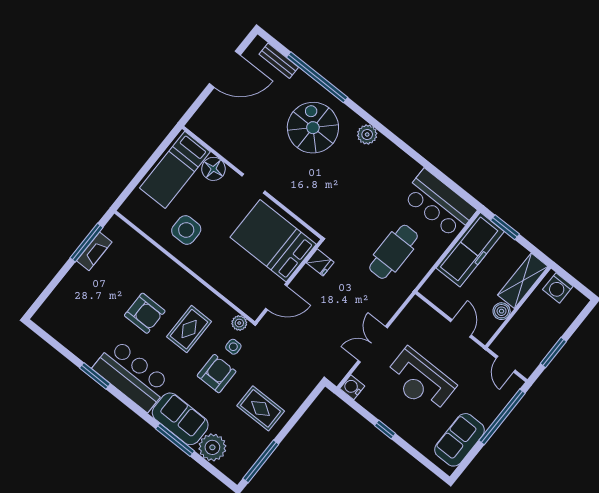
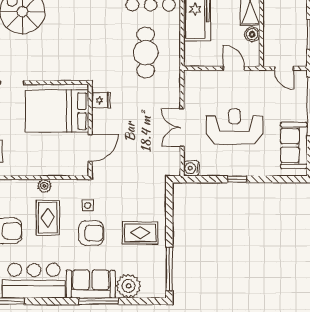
plant: (239, 323) -> (44, 186), moved
armchair: (217, 374) -> (91, 233), turned 90
reception desk: (420, 381) -> (234, 127), turned 180

